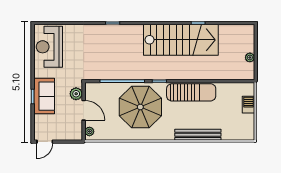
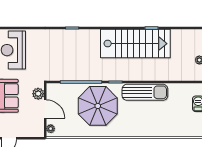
bench: (198, 135) -> (151, 132), removed

